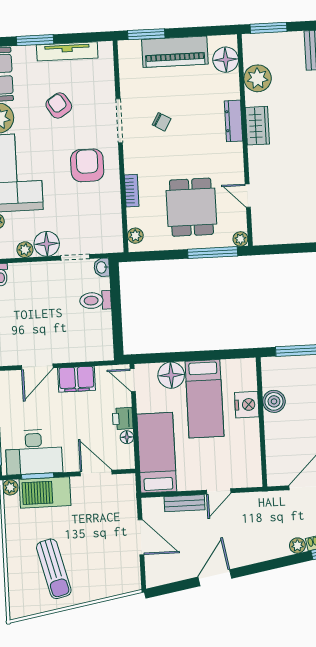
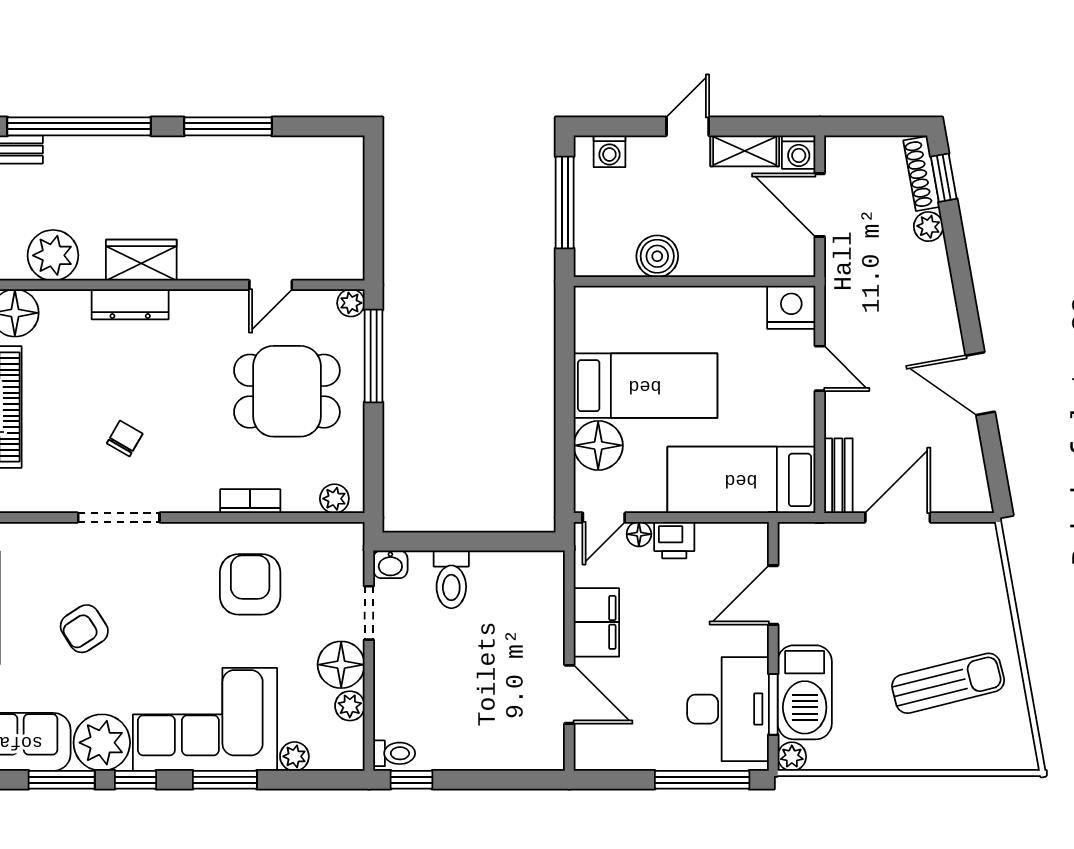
armchair: (87, 165) -> (250, 584), moved, turned 90
nightstand: (247, 405) -> (791, 307), moved
floor lamp: (127, 437) -> (639, 534), moved
bench: (184, 503) -> (838, 476), moved

